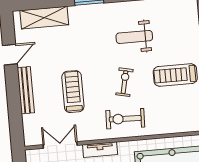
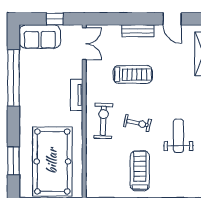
bench: (26, 90) -> (138, 31), width x0.73
double door: (60, 145) -> (84, 44), moved

